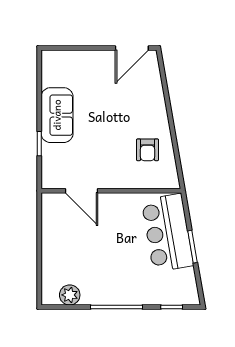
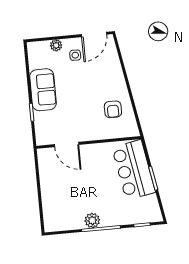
plant: (80, 58) -> (56, 45), added
side table: (104, 73) -> (75, 55), added
plant: (70, 295) -> (92, 220), moved

